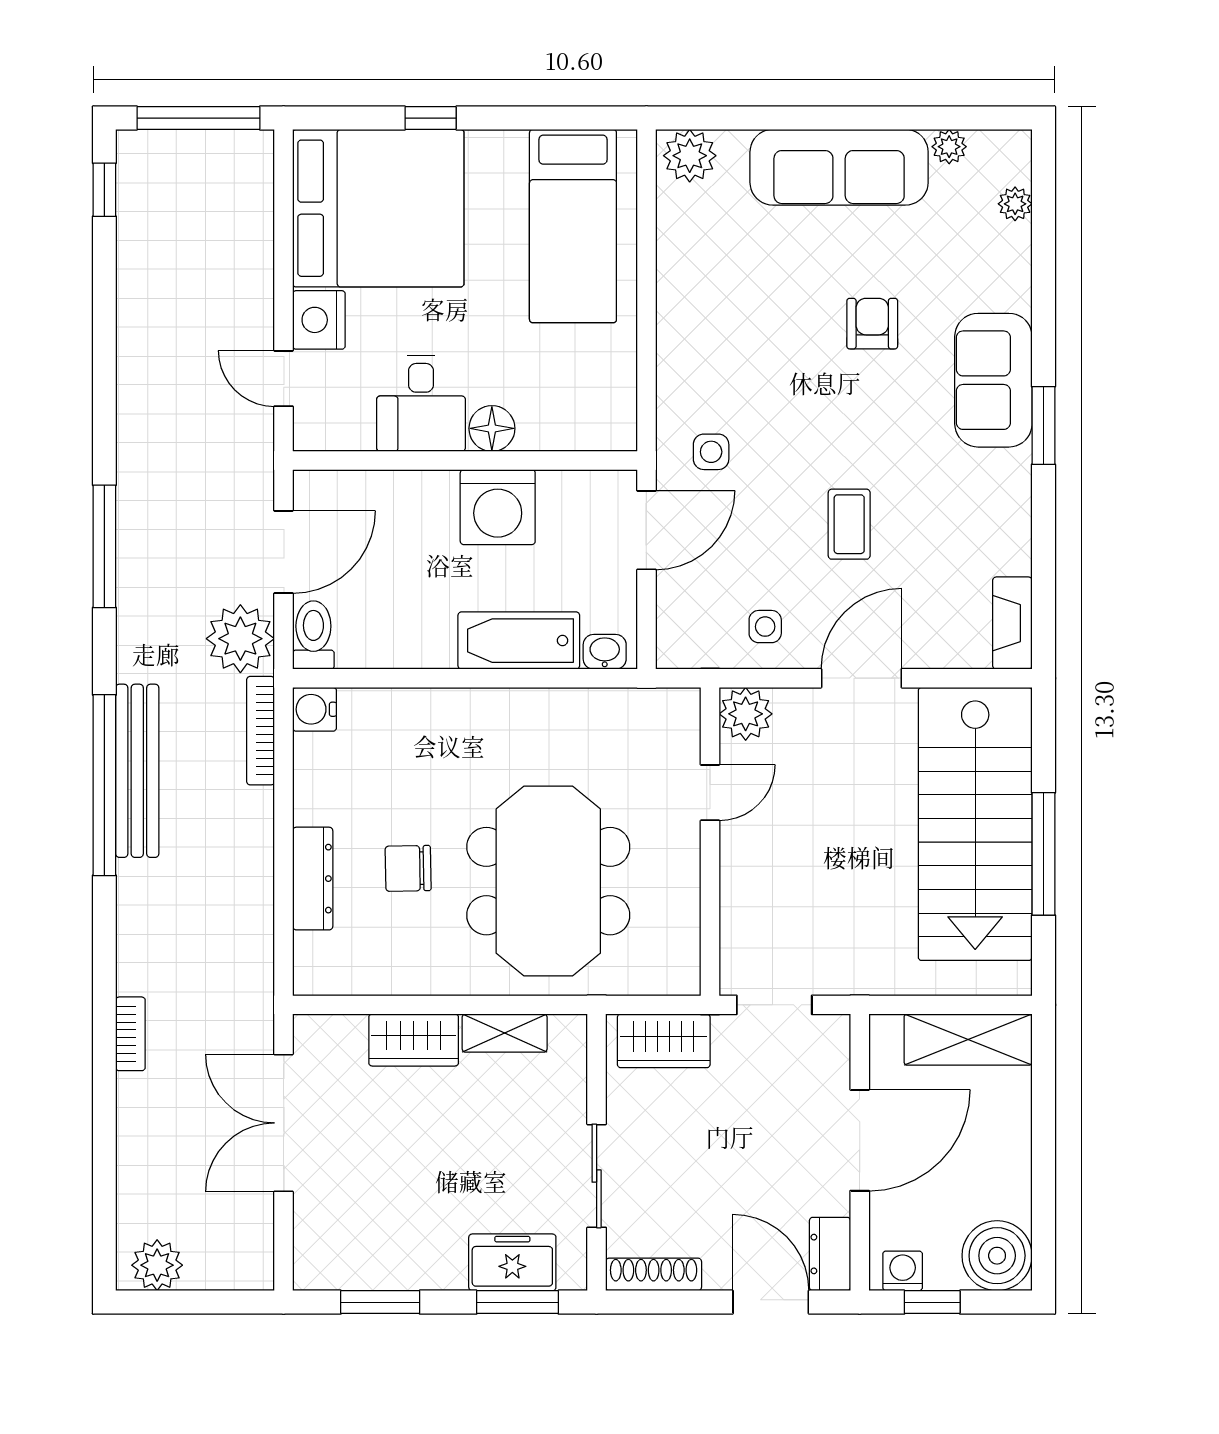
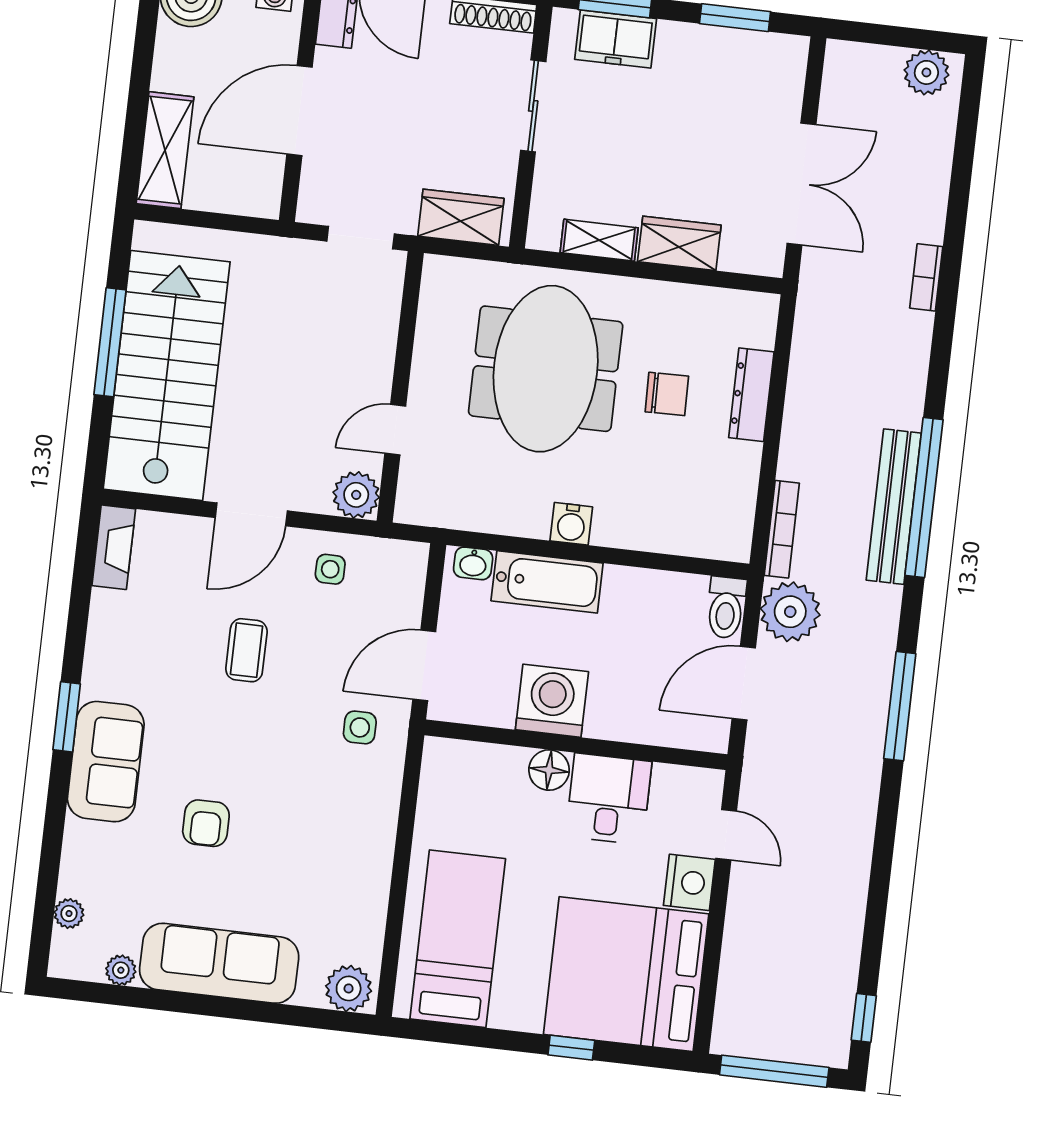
water cooler: (315, 709) -> (571, 524), moved, turned 90
shelving: (968, 1040) -> (165, 150), moved, turned 90

